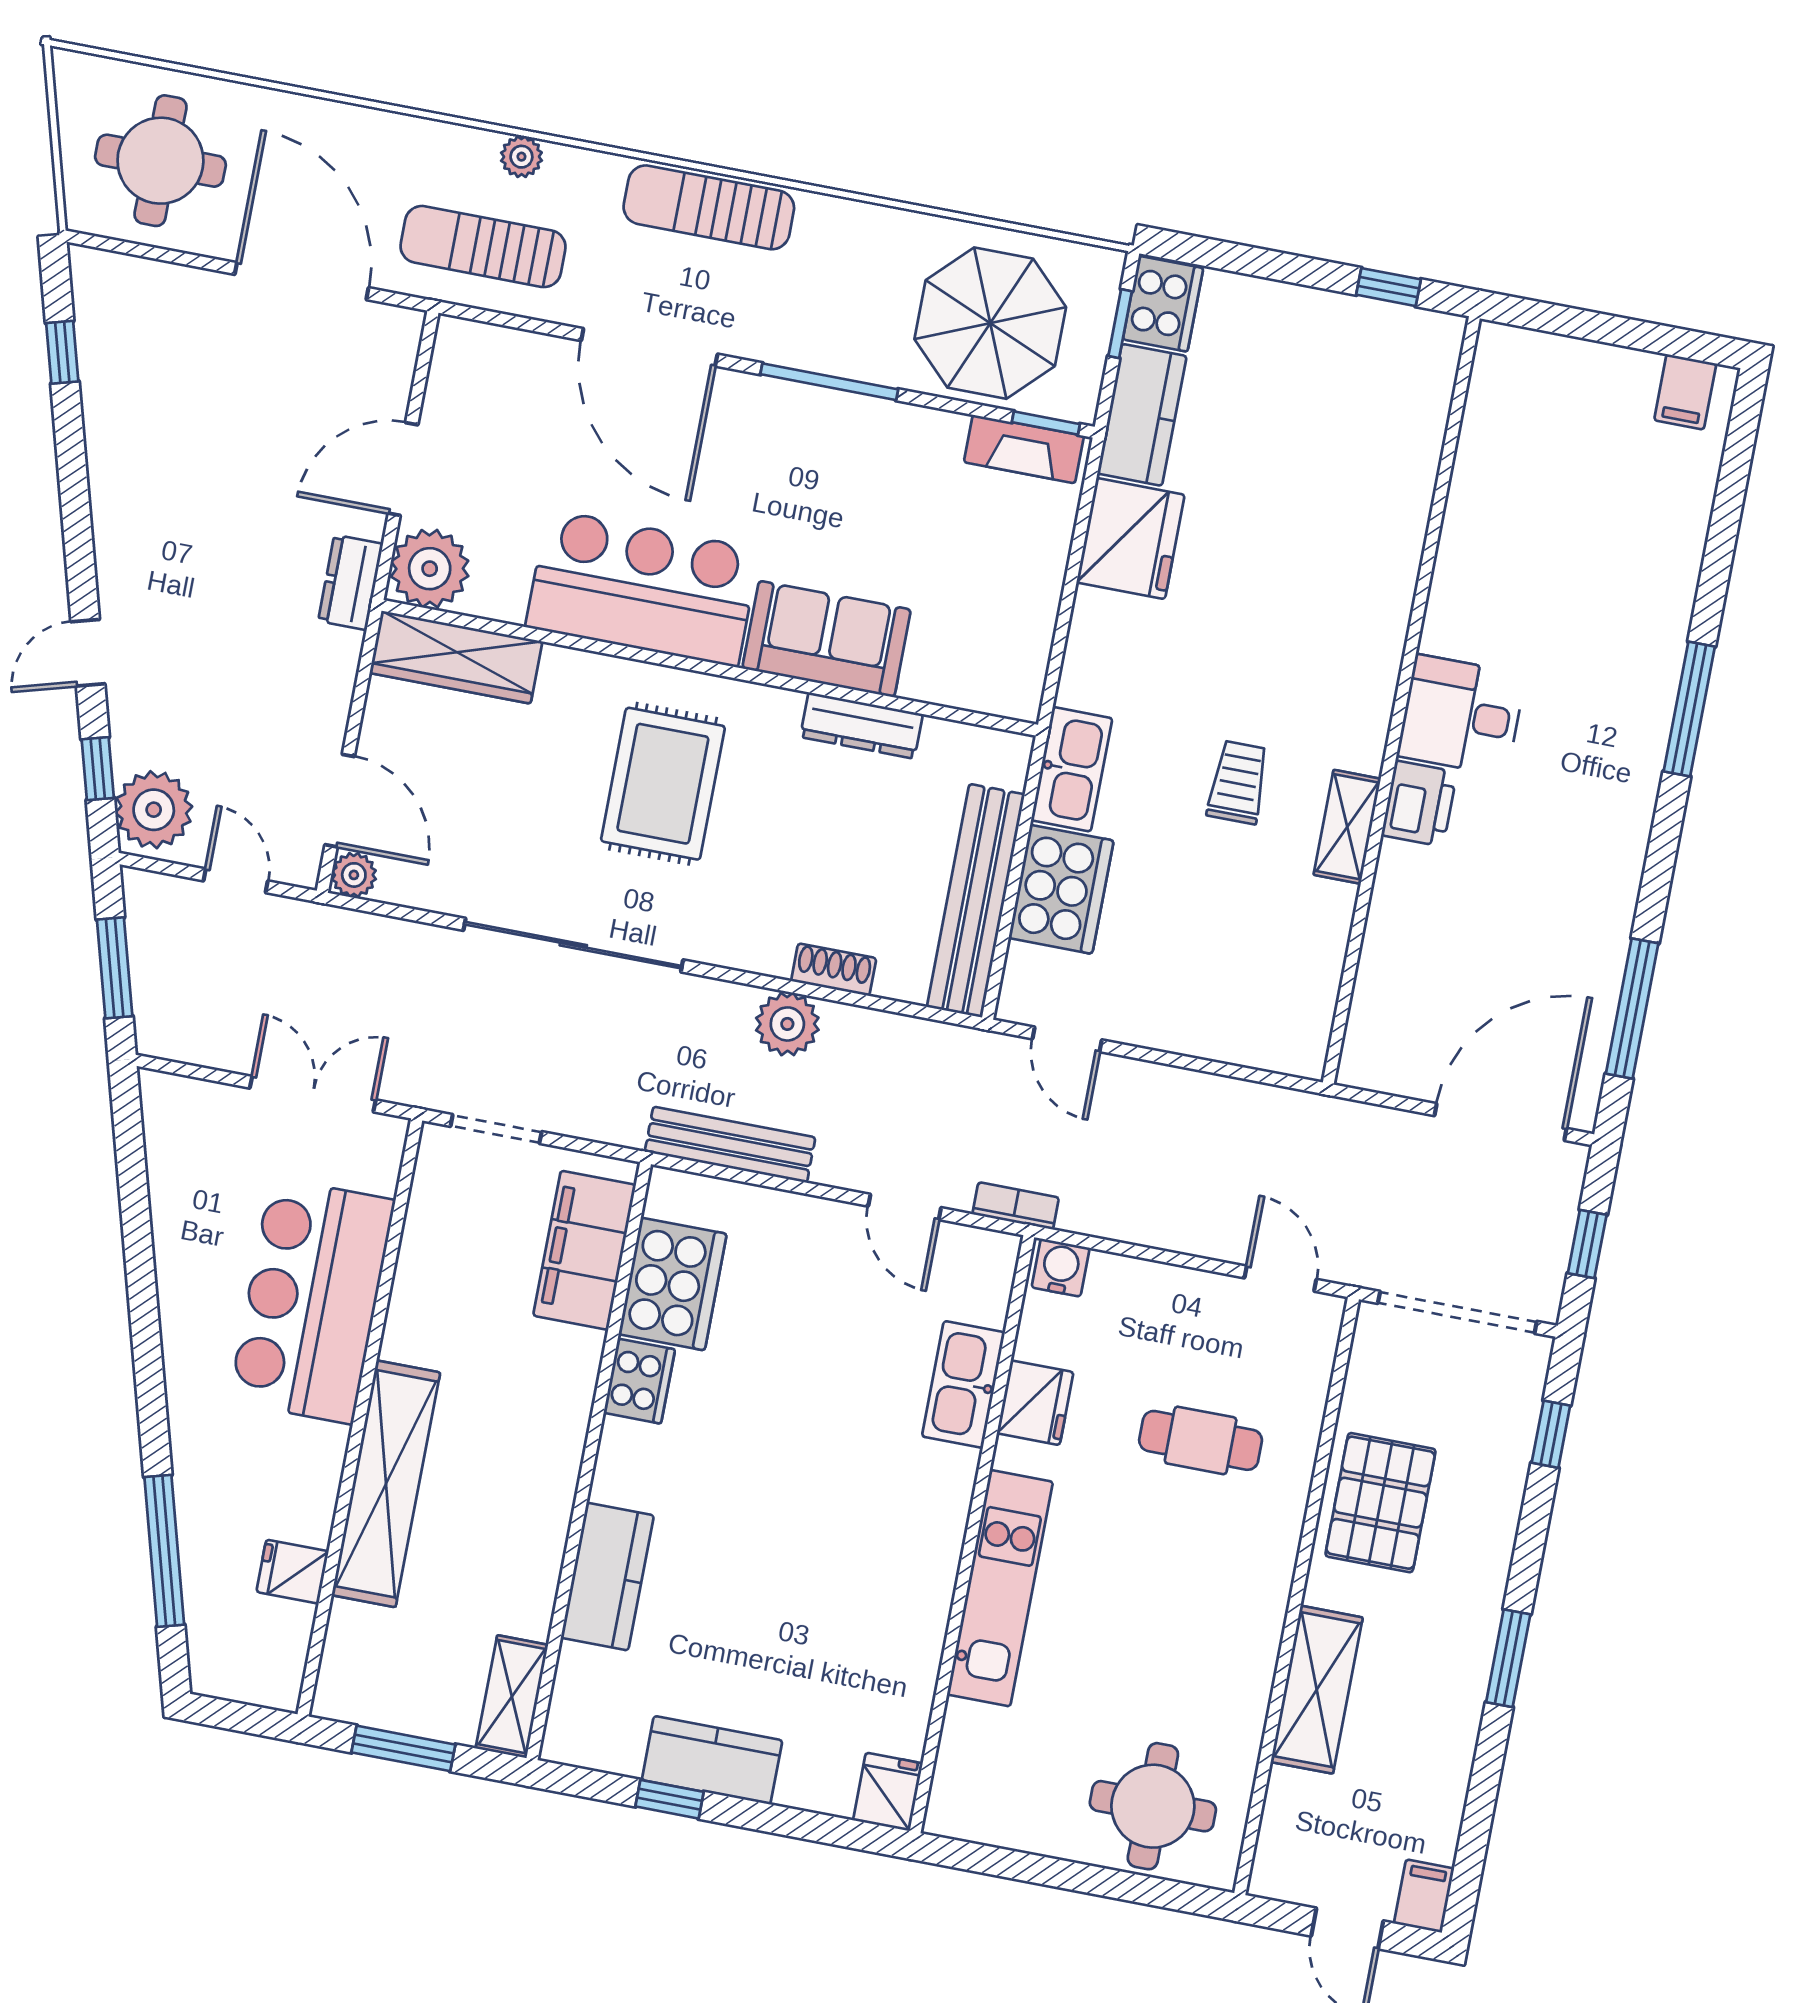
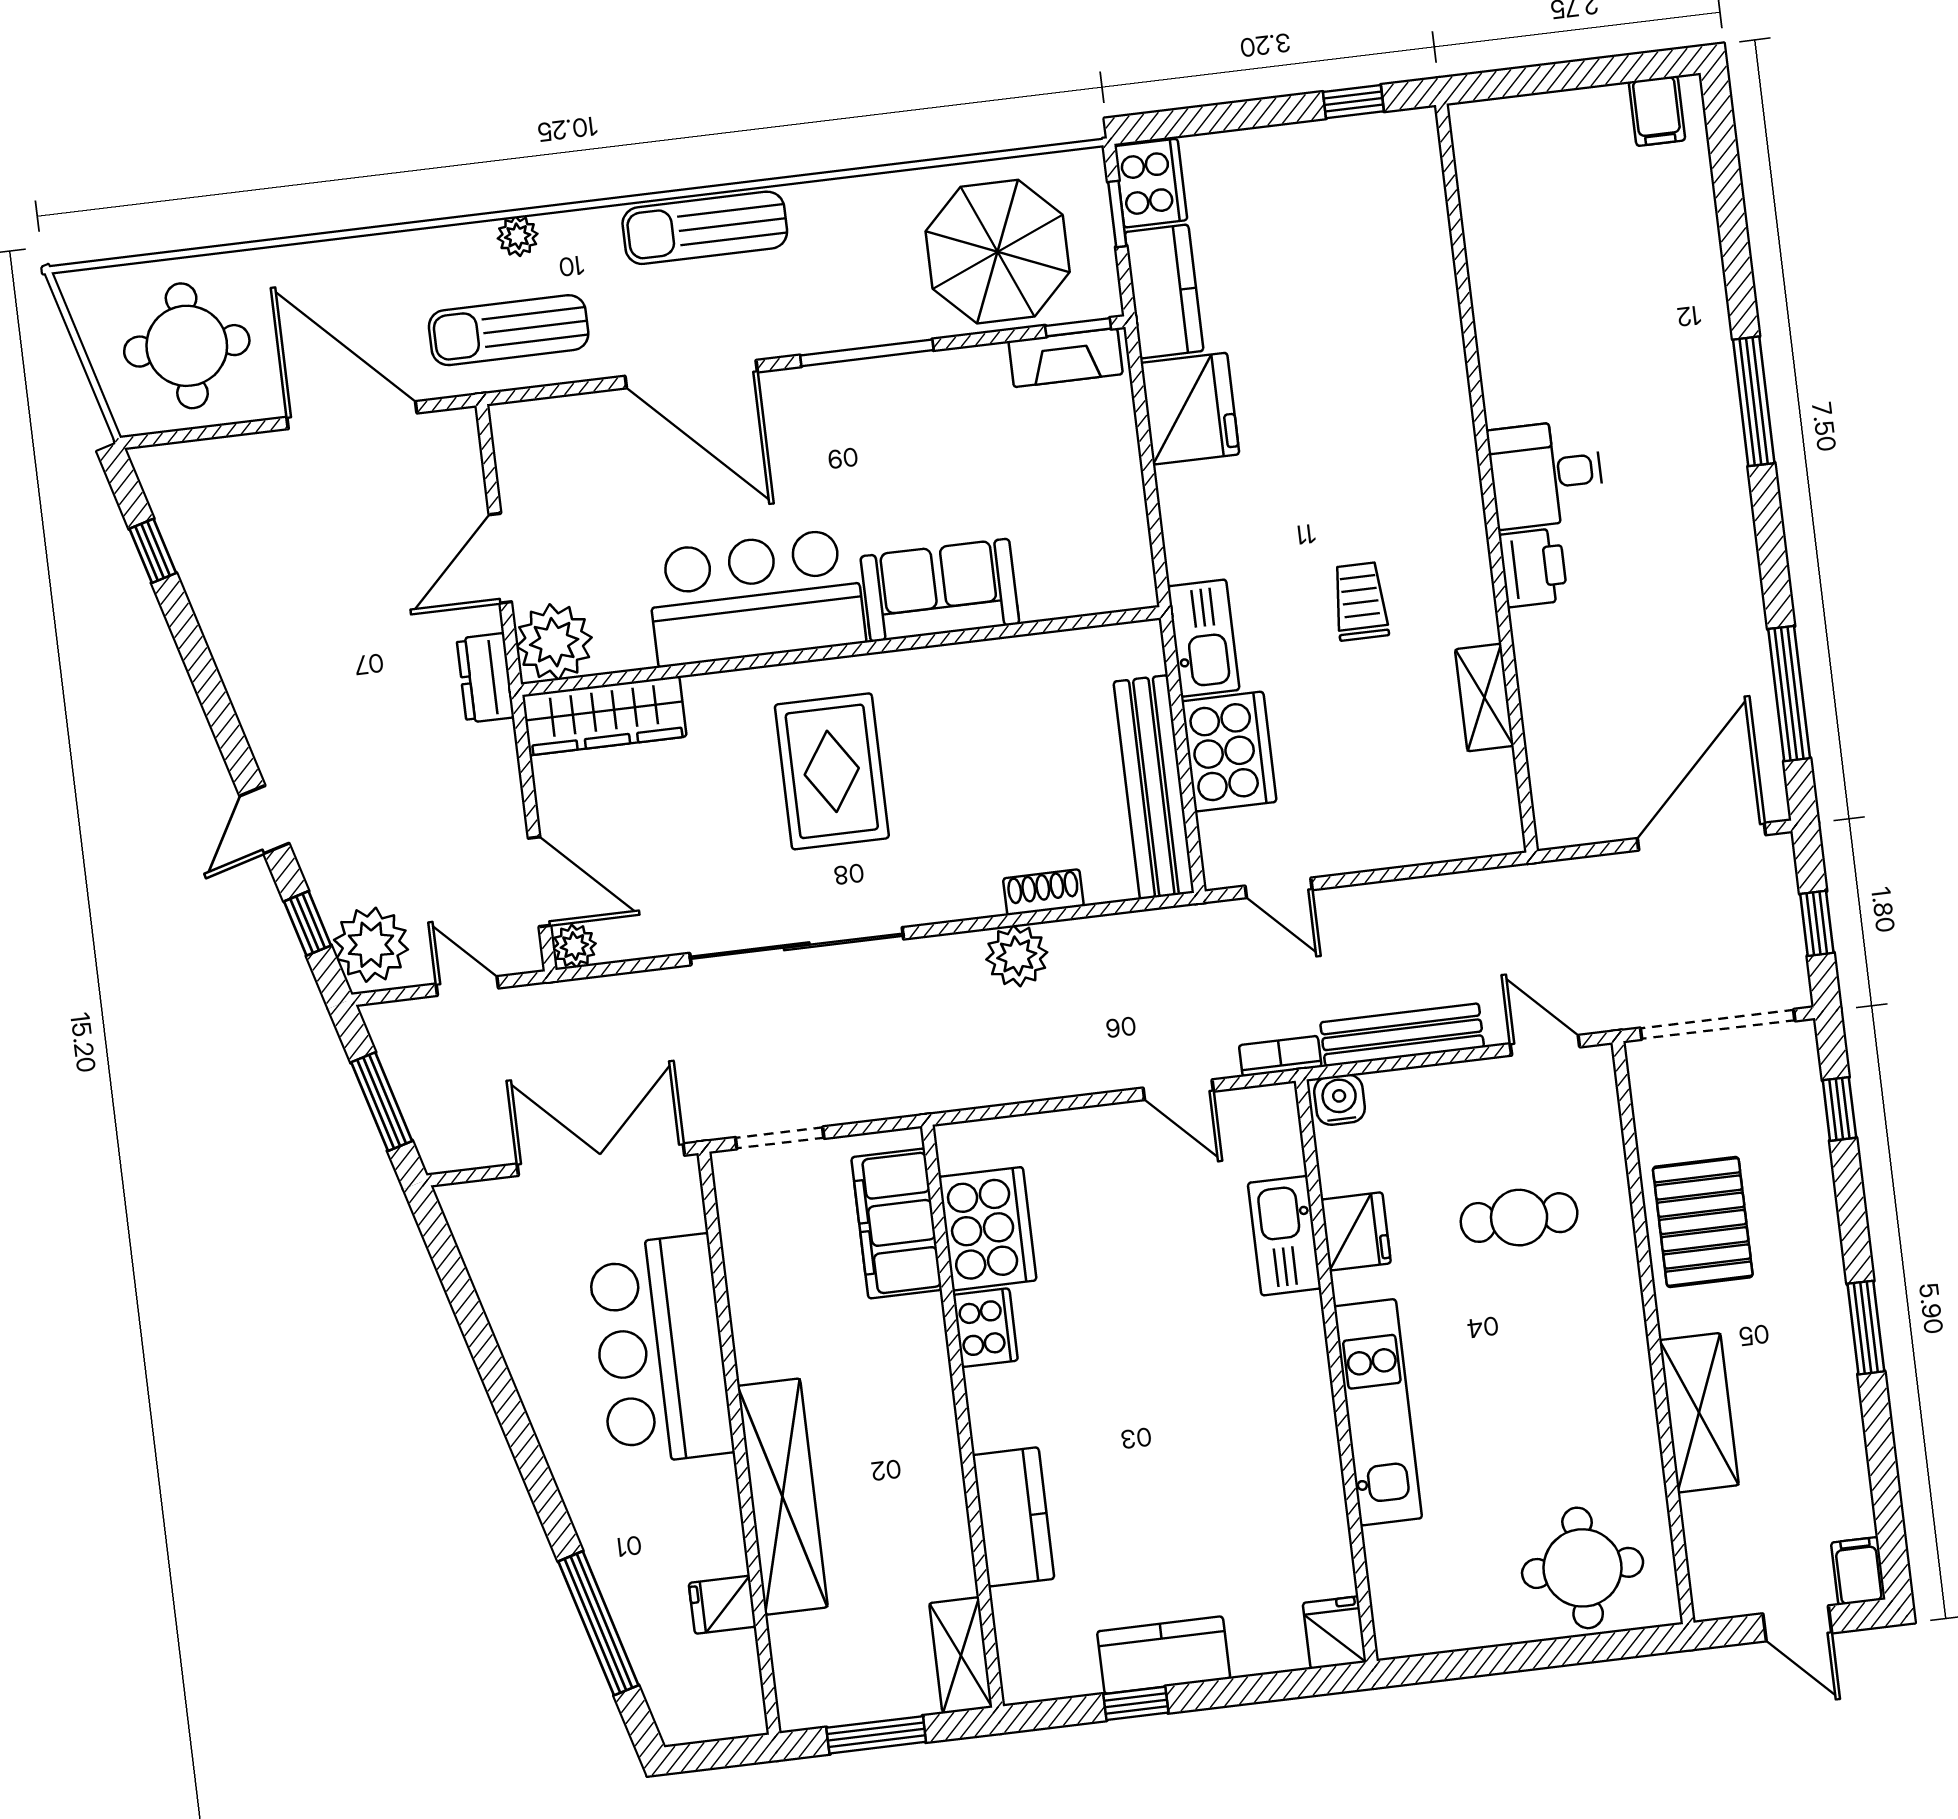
dresser: (861, 726) -> (997, 660), removed
shelving: (1347, 827) -> (1484, 698), moved
double door: (313, 1094) -> (601, 1160), width x1.37
bench: (730, 1145) -> (1402, 1035), moved

